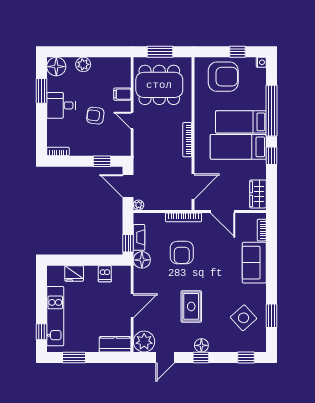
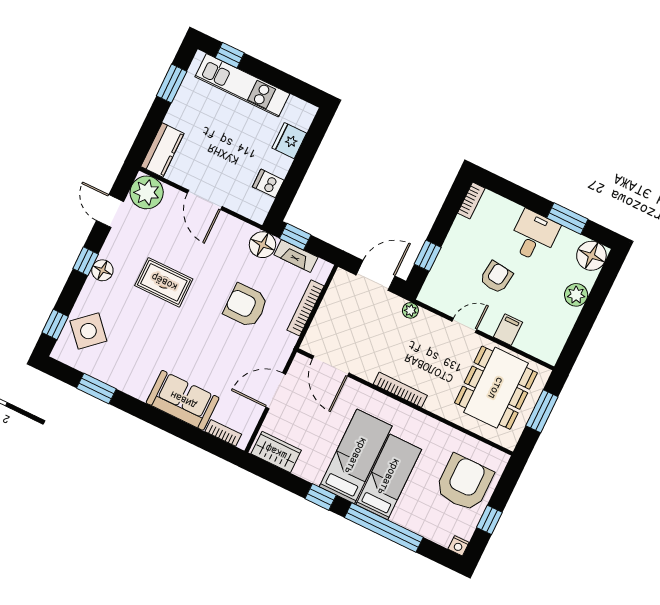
armchair: (223, 77) -> (464, 483), turned 180
plant: (139, 205) -> (410, 310), moved
bookcase: (184, 217) -> (305, 308), moved
side table: (244, 318) -> (88, 331), moved

